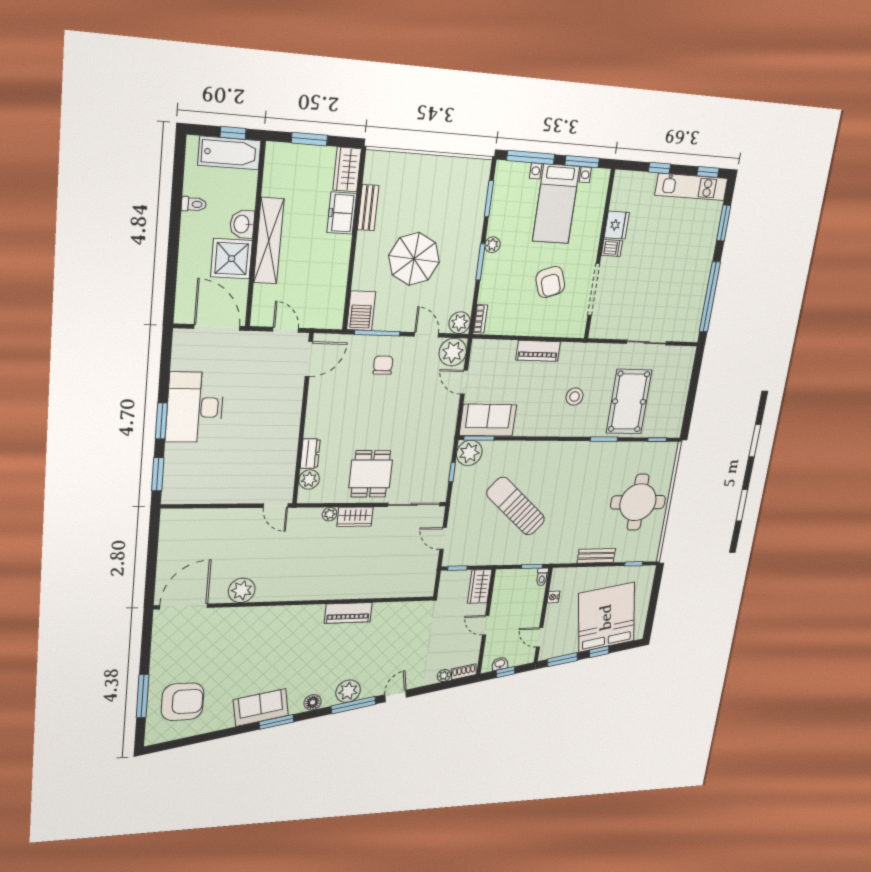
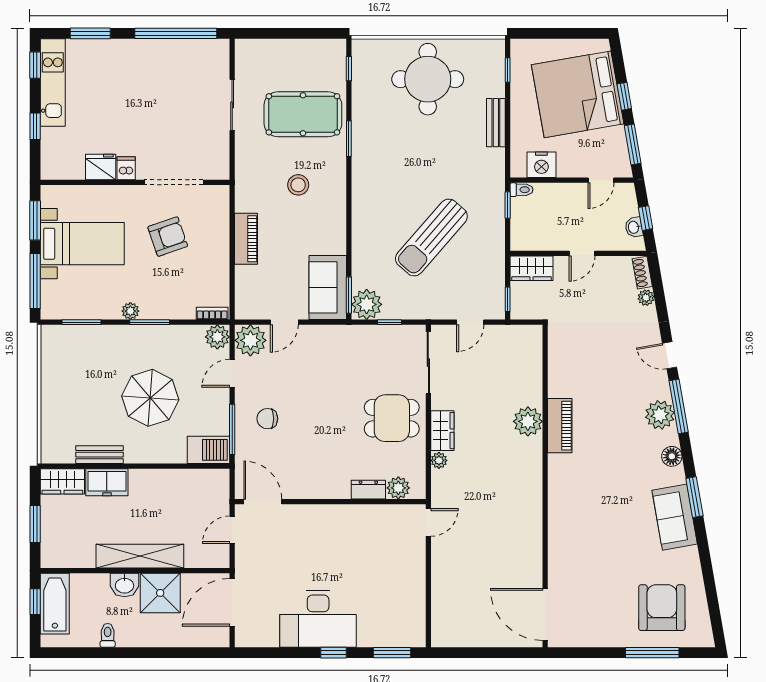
window: (161, 421) -> (334, 653), width x0.67
plant: (242, 590) -> (528, 421), moved
nightstand: (553, 597) -> (541, 165), width x1.89, depth x1.79

